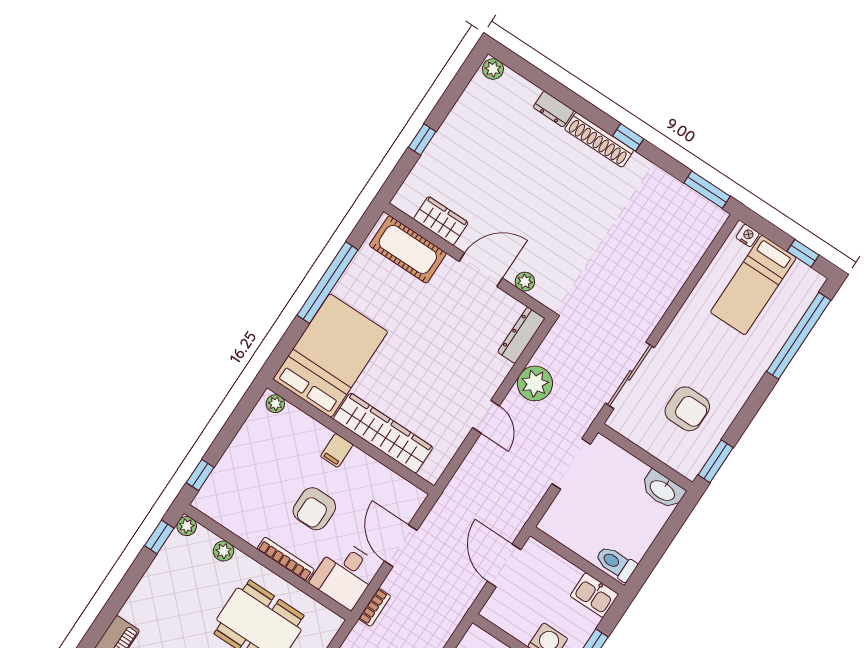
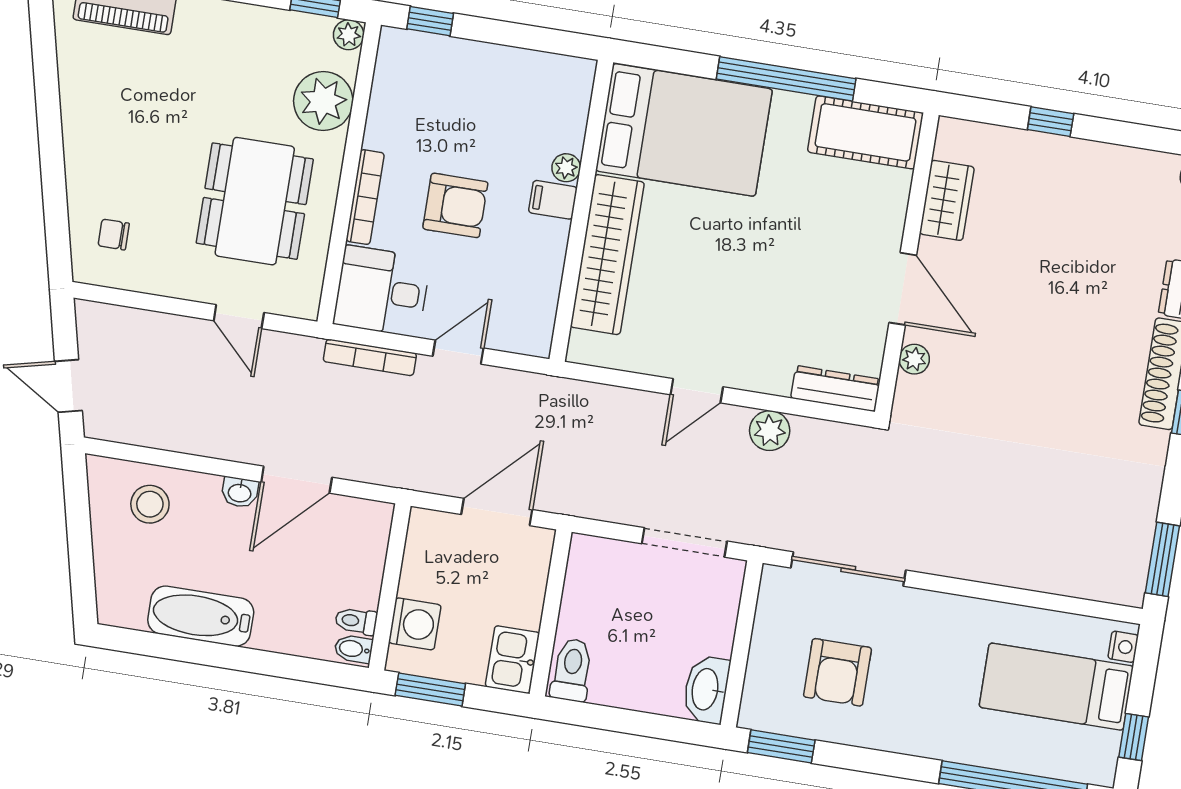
cot: (408, 249) -> (865, 132), moved, turned 90
plant: (535, 383) -> (770, 431), width x0.73, depth x0.73
plant: (275, 404) -> (566, 168), moved
armchair: (314, 509) -> (455, 205), turned 180
door: (401, 546) -> (458, 352), width x0.73
plant: (224, 551) -> (323, 101), width x1.88, depth x1.88
bookcase: (375, 607) -> (370, 357), width x1.56

